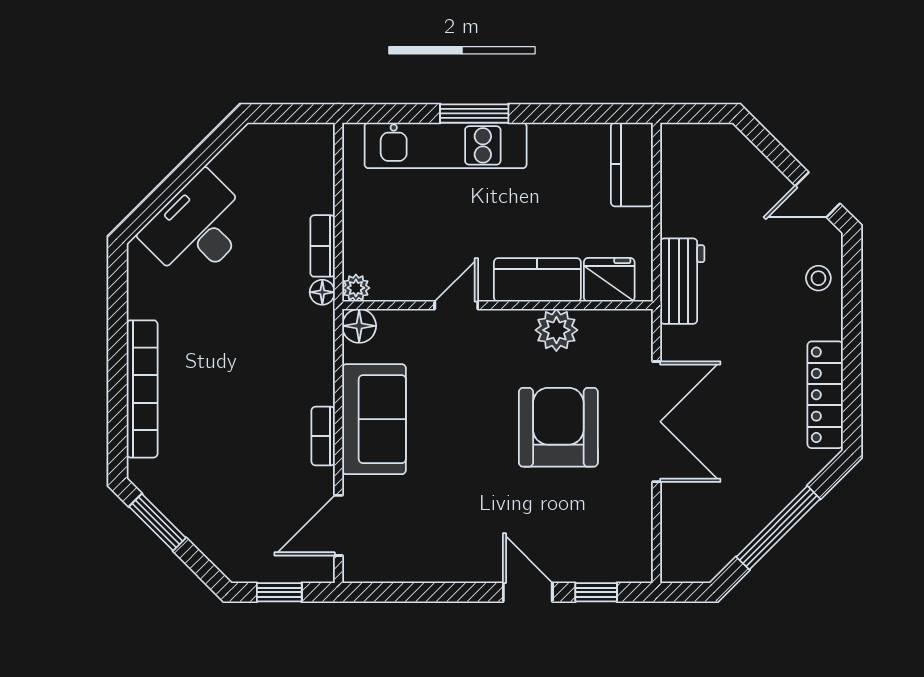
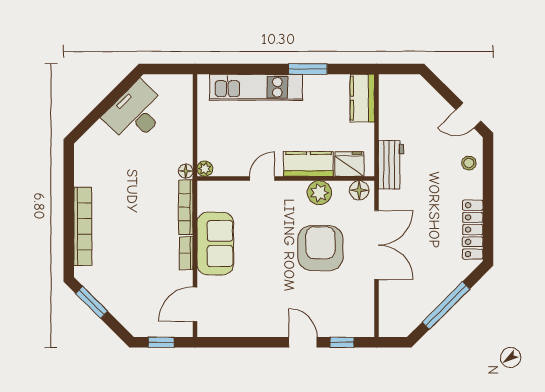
window: (474, 113) -> (308, 69), moved
desk: (197, 228) -> (136, 113), moved
bookcase: (323, 246) -> (186, 207), moved, width x1.56
floor lamp: (359, 326) -> (359, 190), moved

